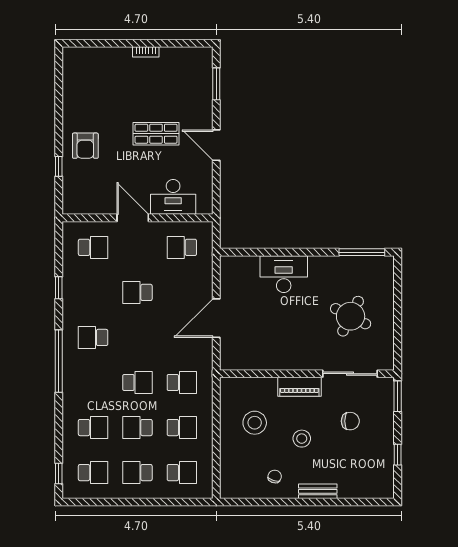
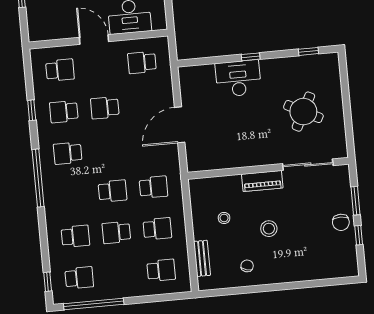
window: (299, 252) -> (251, 57), added
window: (362, 252) -> (308, 51), width x0.46
window: (398, 396) -> (356, 201), moved
chair: (350, 421) -> (341, 222), moved, turned 90
stool: (255, 423) -> (224, 218), width x0.53, depth x0.53
school desk: (137, 473) -> (64, 112), moved
bench: (318, 491) -> (202, 258), moved, turned 90
window: (106, 502) -> (94, 304), added

